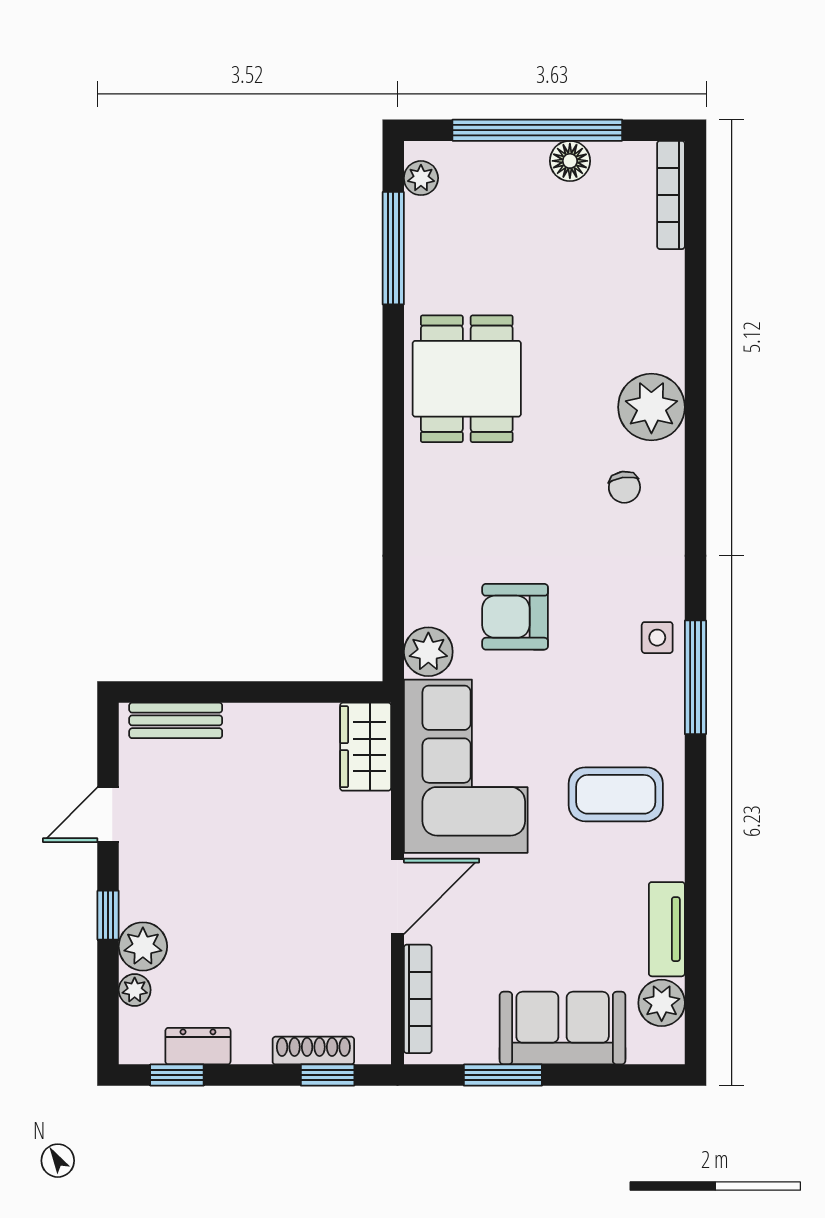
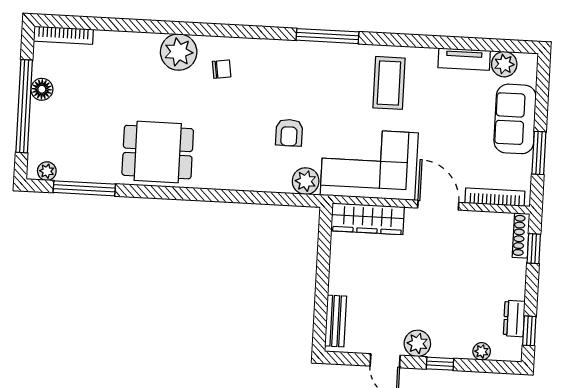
armchair: (515, 617) -> (289, 133), width x0.72, depth x0.72
side table: (657, 638) -> (305, 56), removed
wardrobe: (366, 747) -> (368, 219), width x1.50
plant: (143, 946) -> (417, 343), moved
shoe rack: (313, 1051) -> (521, 235), moved

